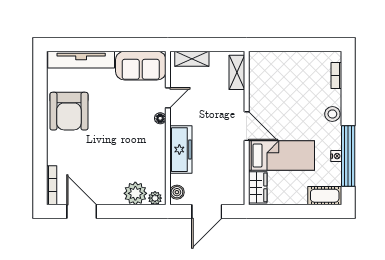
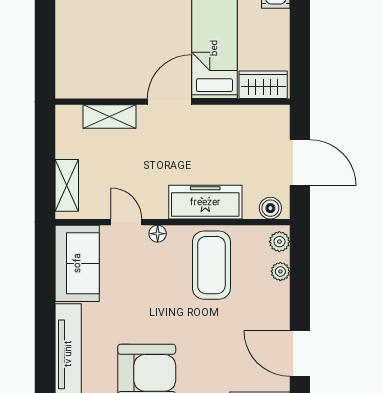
shelving: (237, 72) -> (110, 117), moved
coffee table: (140, 154) -> (211, 265), added
plant: (135, 193) -> (280, 271), width x0.53, depth x0.53
door: (82, 211) -> (300, 354), hinge flipped

